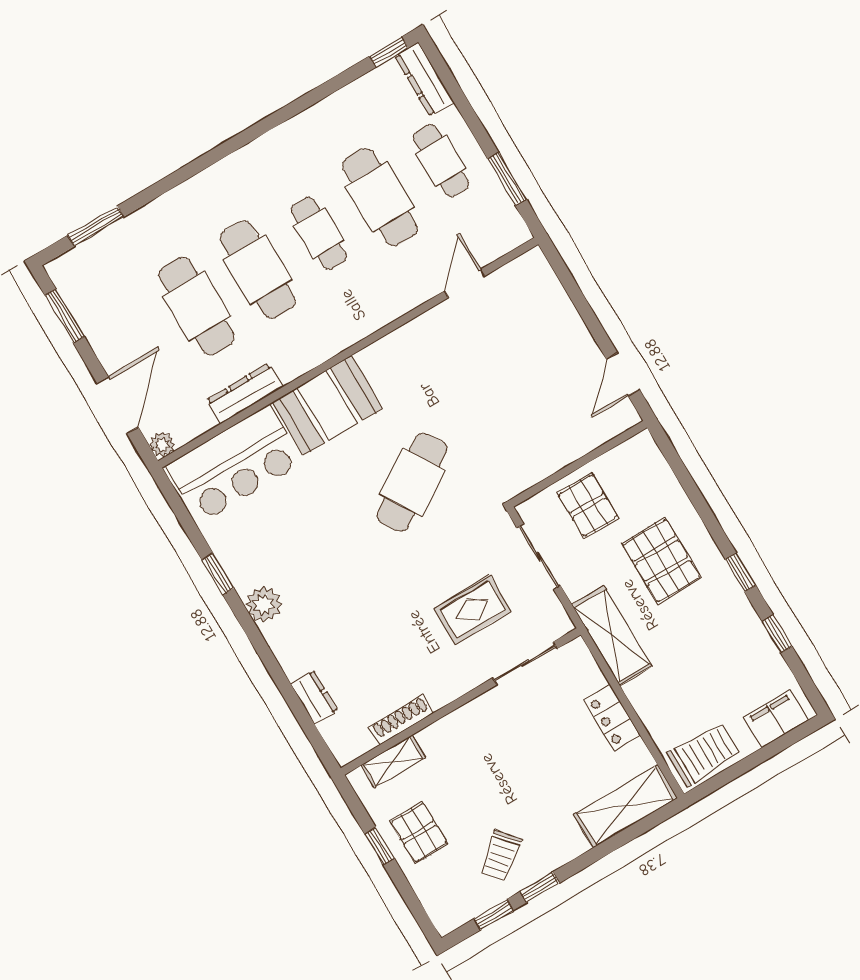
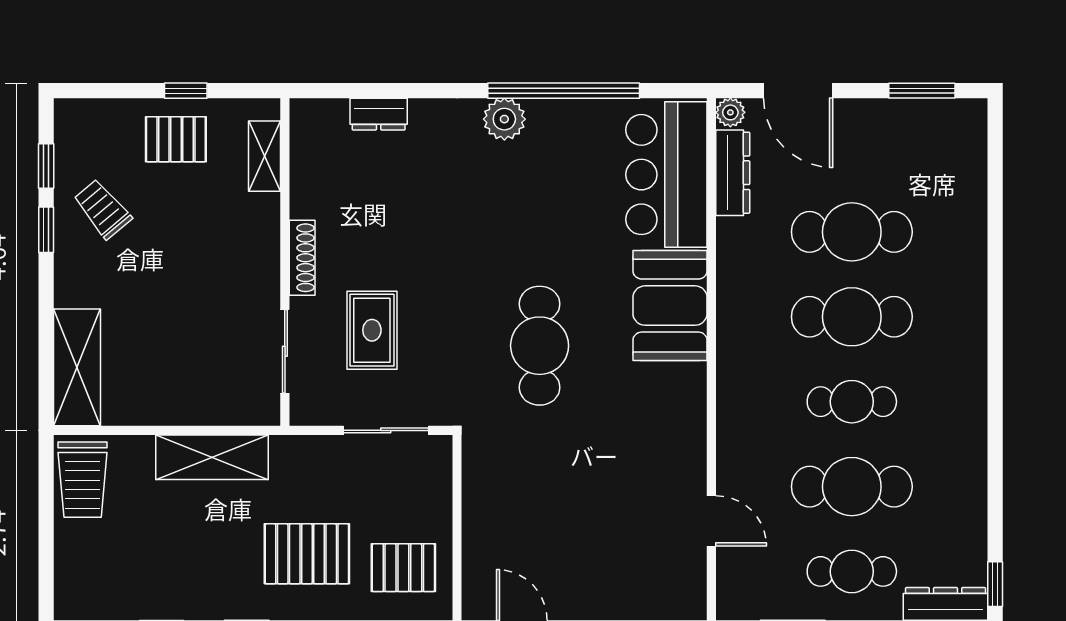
window: (96, 226) -> (995, 177), removed
dresser: (245, 393) -> (733, 173), moved
cafe table: (412, 482) -> (540, 346), turned 32
pallet: (588, 506) -> (403, 568), moved
window: (218, 574) -> (564, 91), width x3.17
shelving: (612, 636) -> (212, 457), moved
locker: (612, 718) -> (176, 408), removed
filing cabinet: (776, 719) -> (75, 575), removed
shoe rack: (401, 720) -> (302, 258), moved

